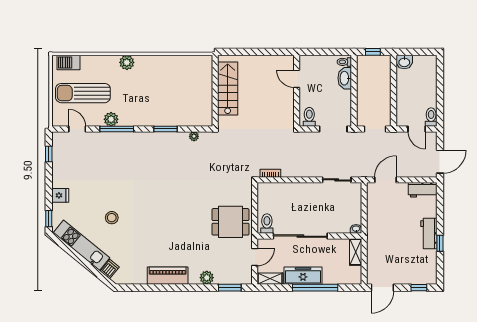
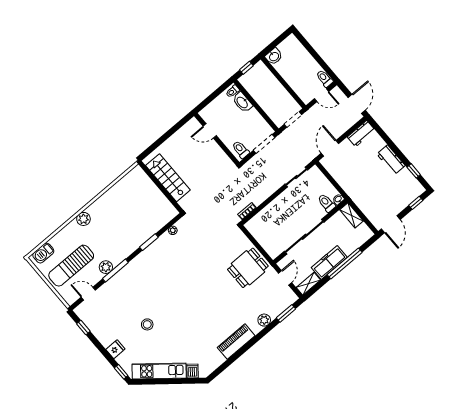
stool: (112, 218) -> (147, 324), moved
toilet: (267, 224) -> (326, 203), moved
window: (440, 243) -> (414, 171), moved

